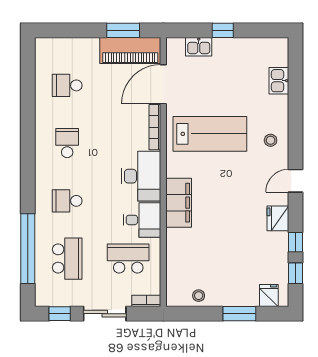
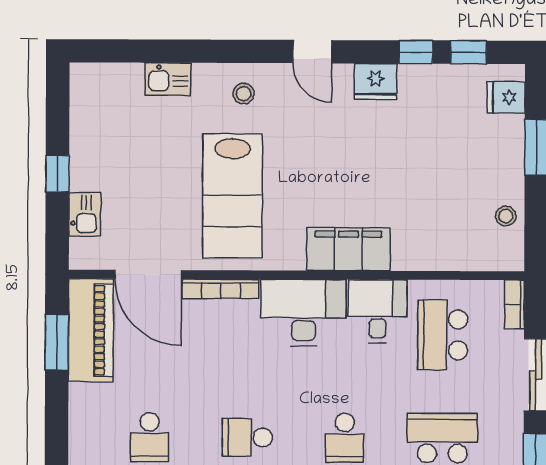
kitchen sink: (279, 81) -> (168, 79), moved
lab bench: (210, 134) -> (232, 196), turned 180

